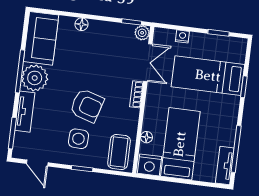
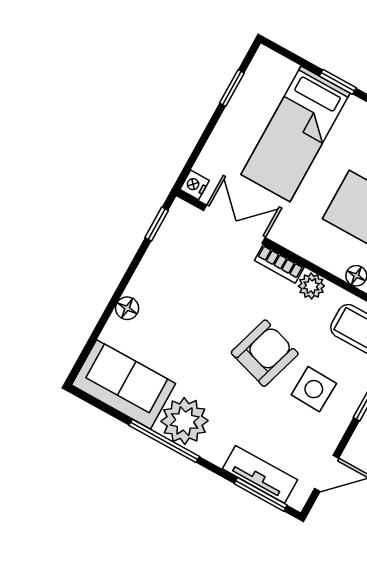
plant: (142, 33) -> (311, 286), moved
nightstand: (182, 36) -> (195, 185), moved
tv unit: (25, 112) -> (260, 474), moved

